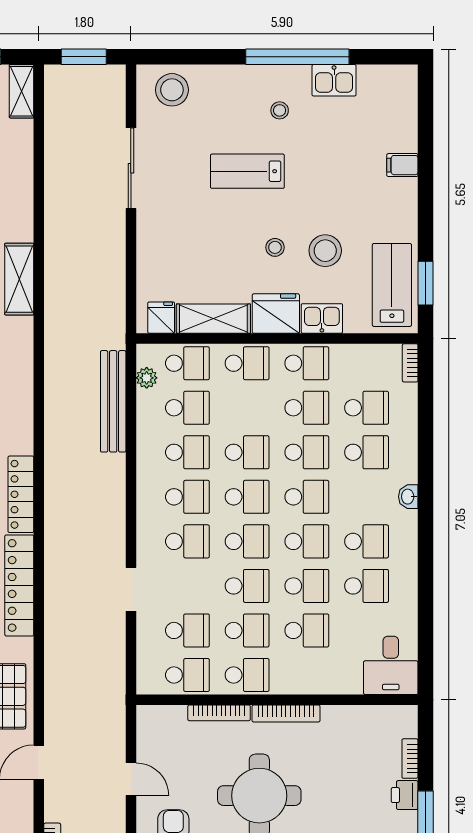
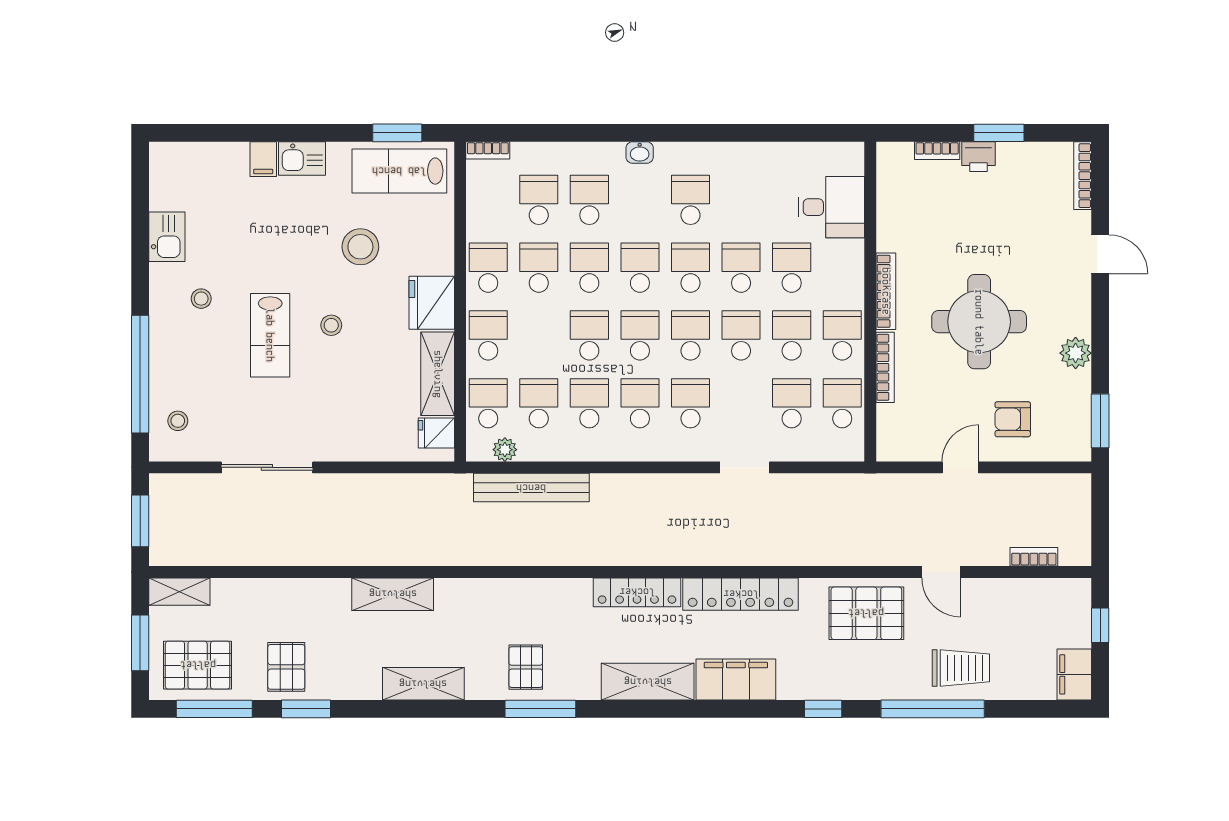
window: (297, 57) -> (140, 374), moved
stool: (172, 90) -> (178, 421), width x0.53, depth x0.53
stool: (275, 247) -> (331, 325), moved
kitchen sink: (322, 318) -> (302, 159), moved, turned -90
school desk: (367, 586) -> (741, 200), removed
desk: (391, 665) -> (831, 207), moved

